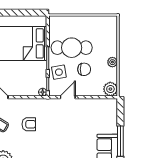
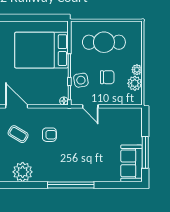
cafe table: (72, 48) -> (104, 42), moved
plant: (110, 89) -> (135, 83), moved
door: (68, 97) -> (90, 106), swing flipped

